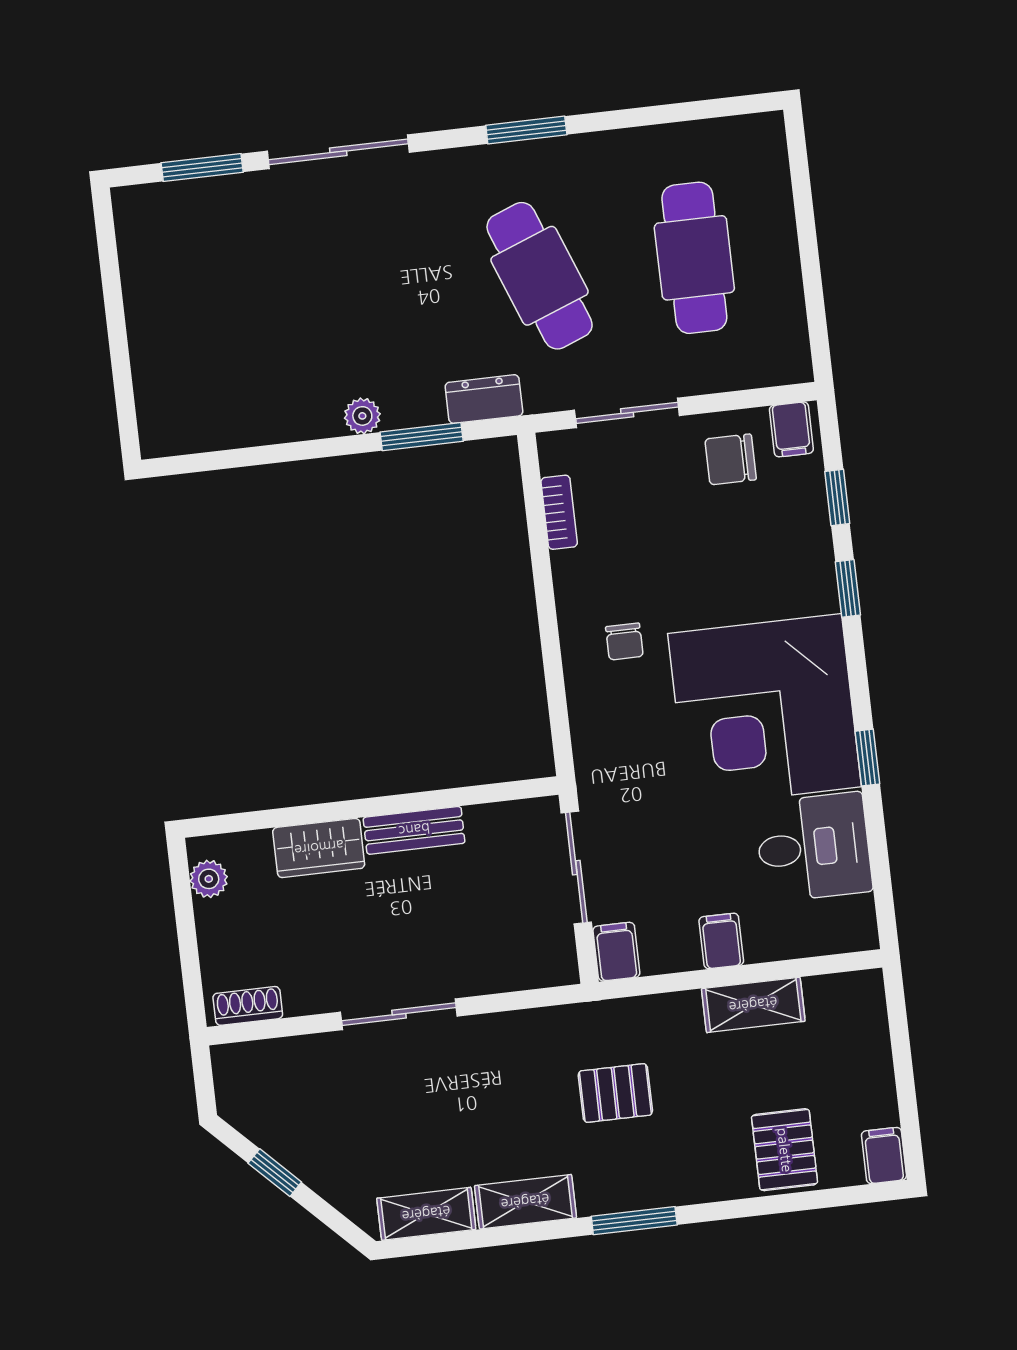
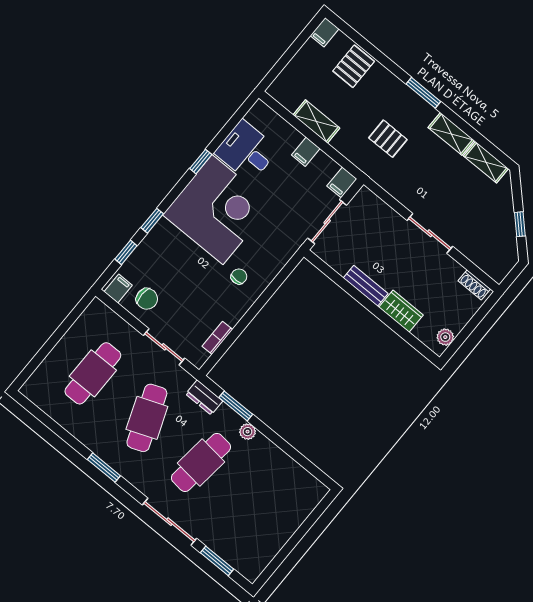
cafe table: (385, 294) -> (201, 462), added

